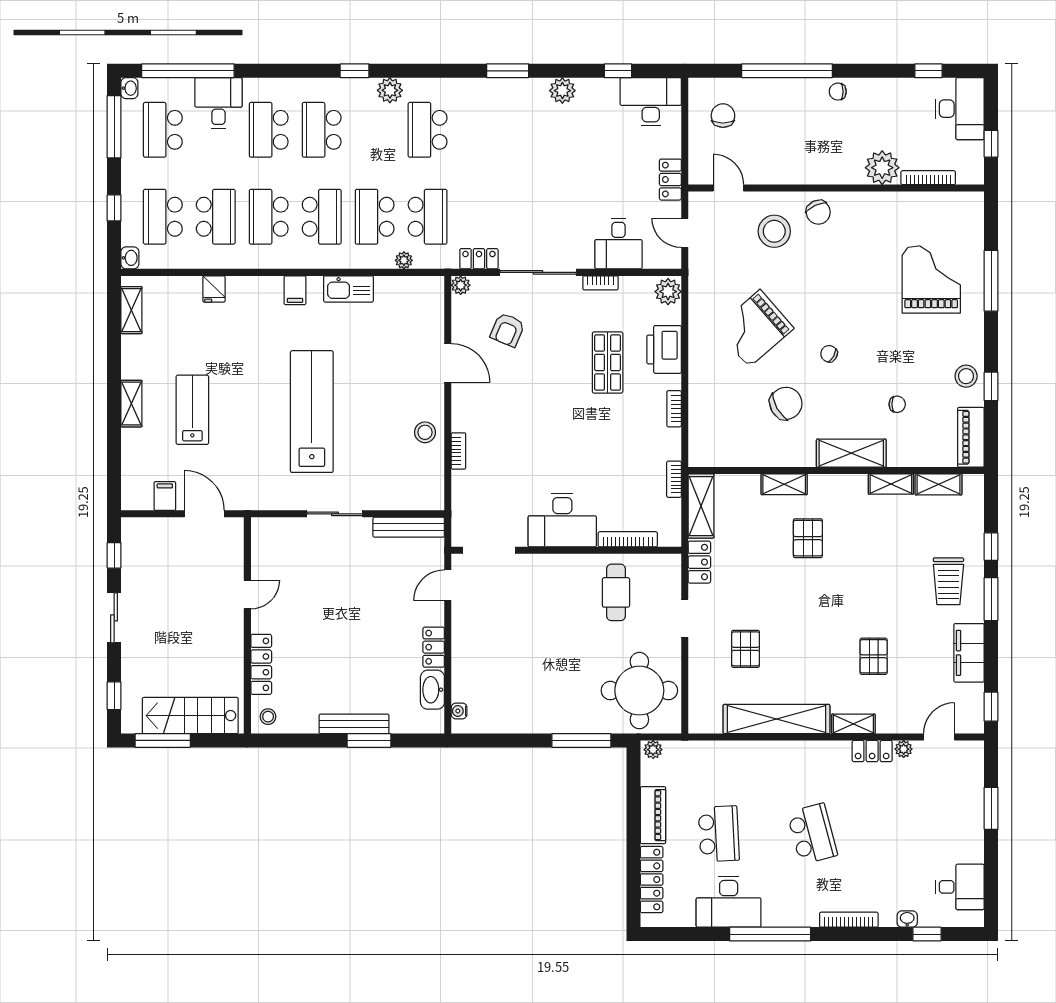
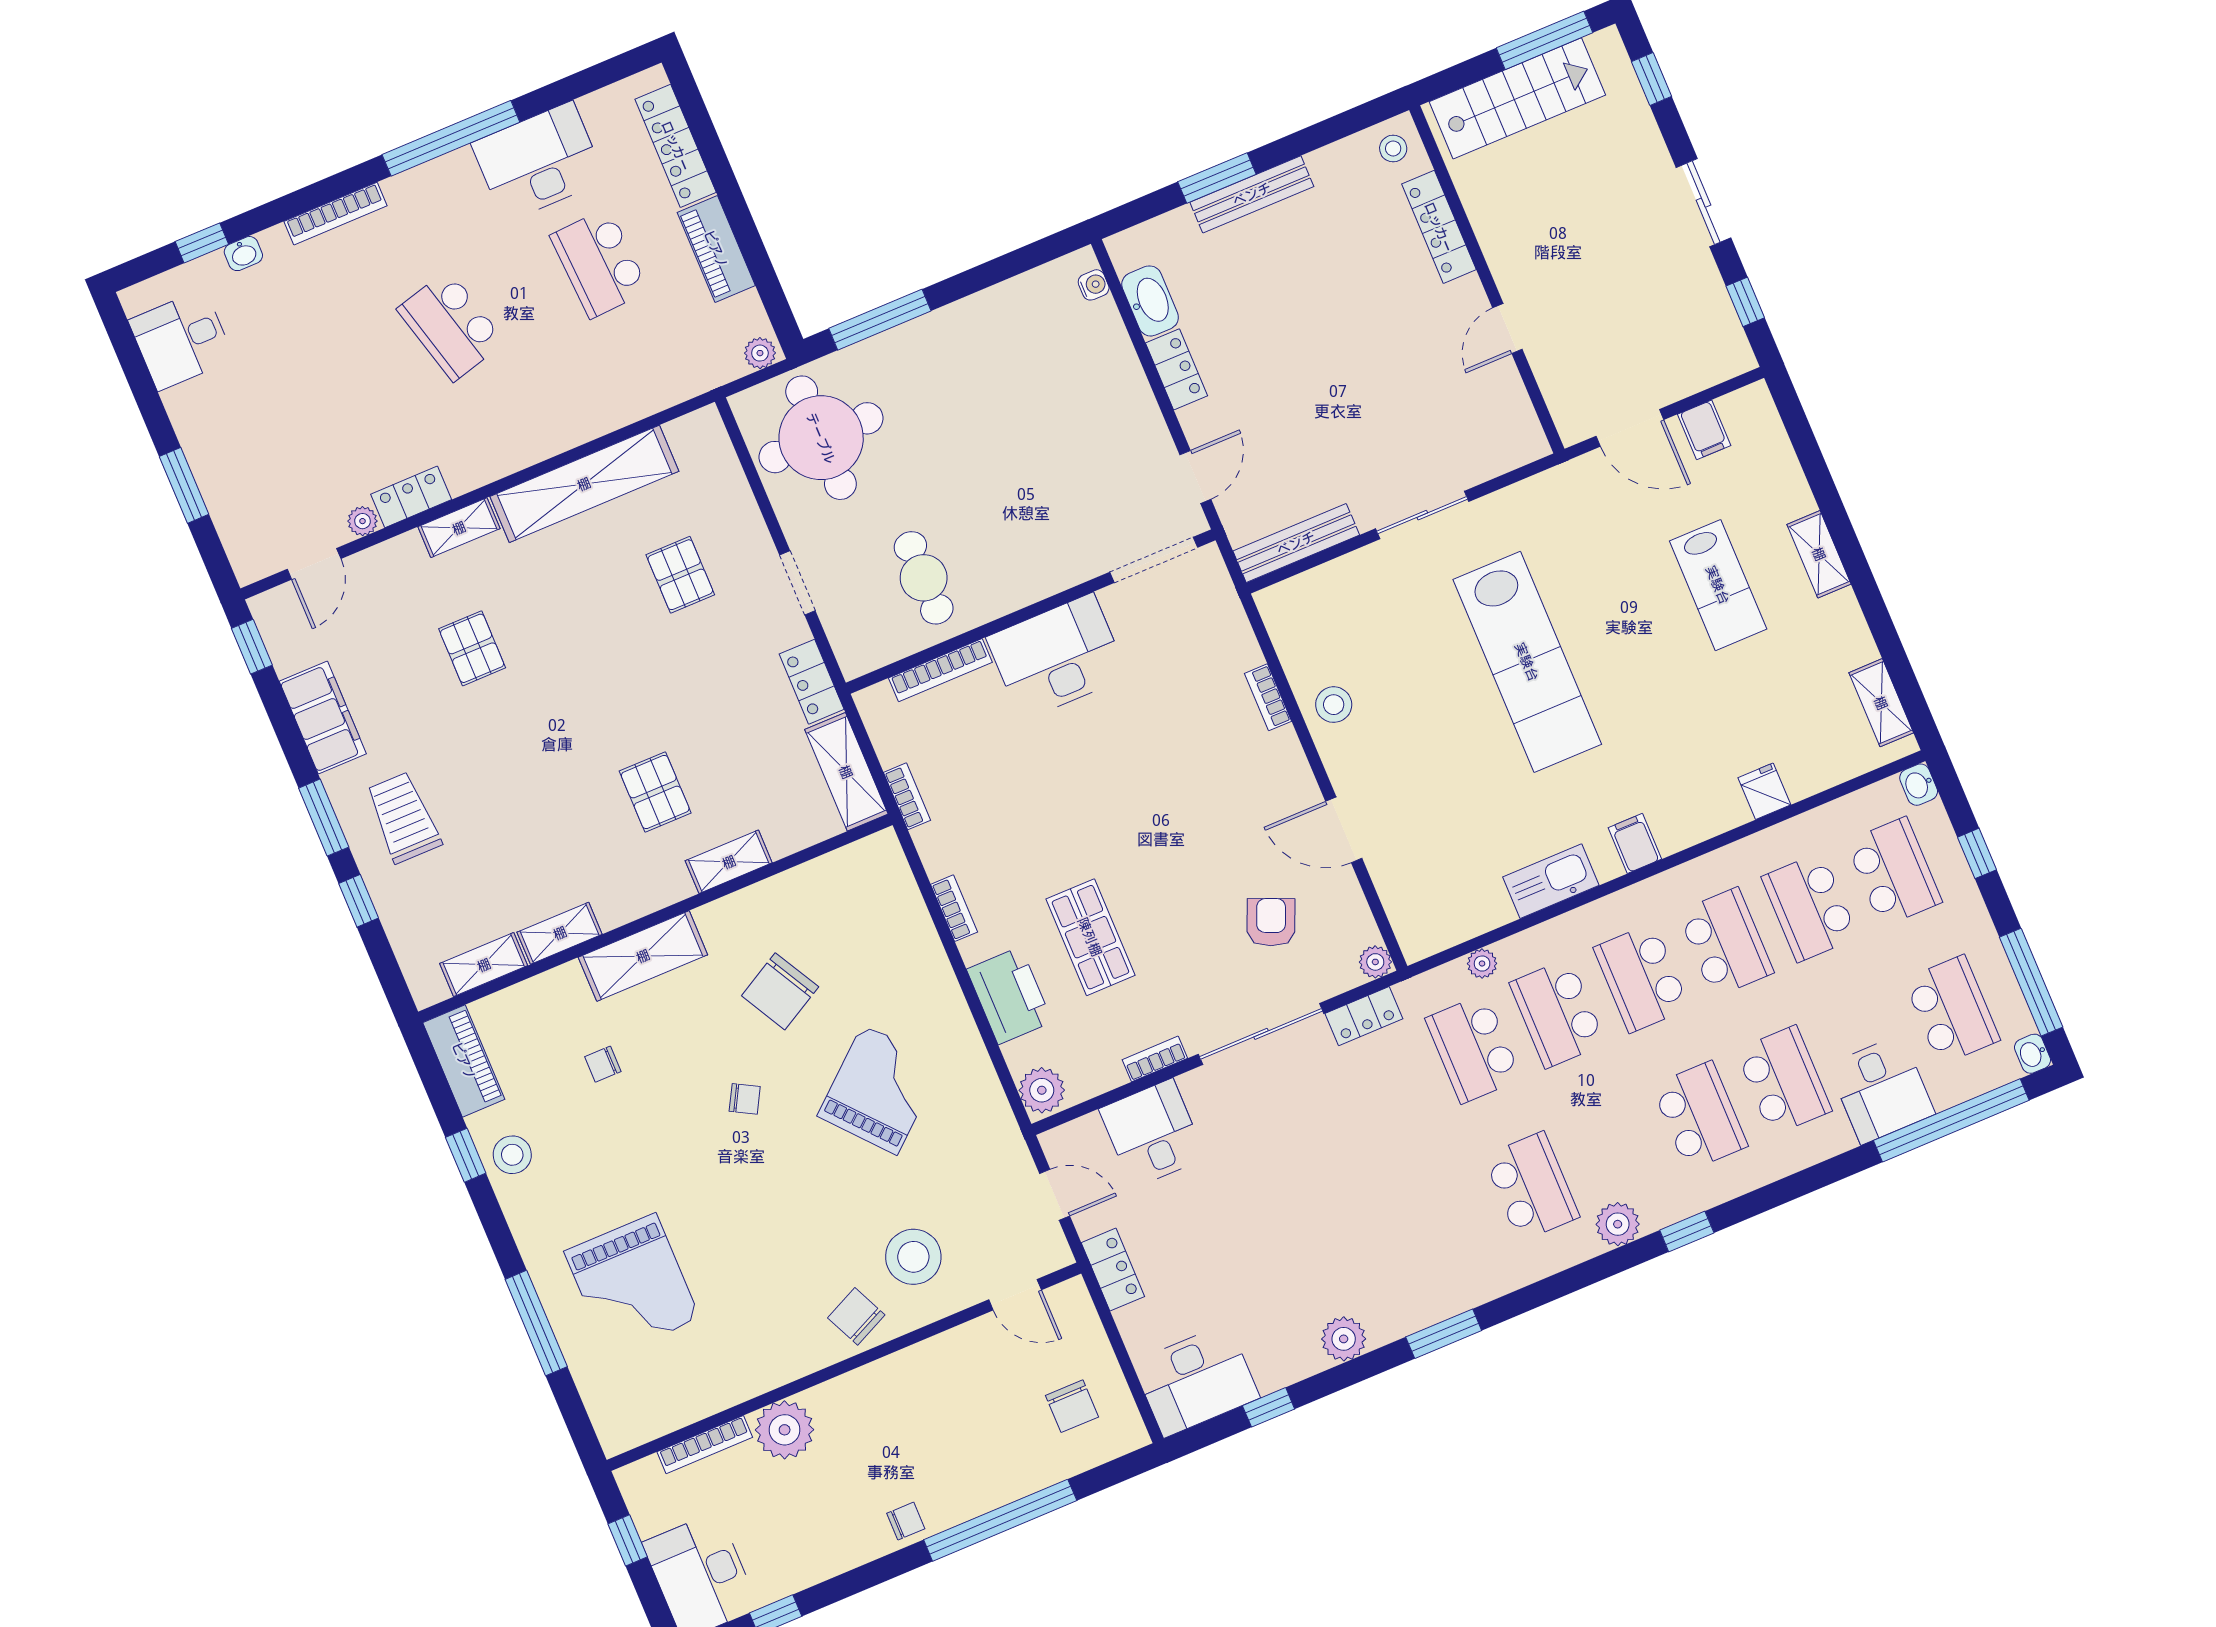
school desk: (375, 217) -> (1558, 1013), turned 180

